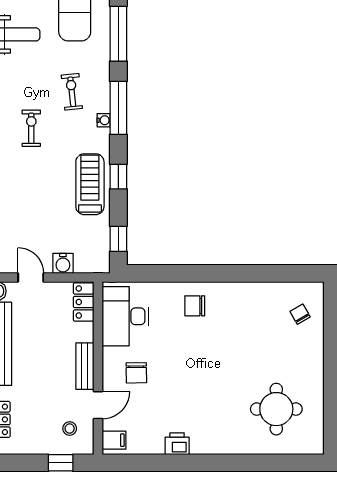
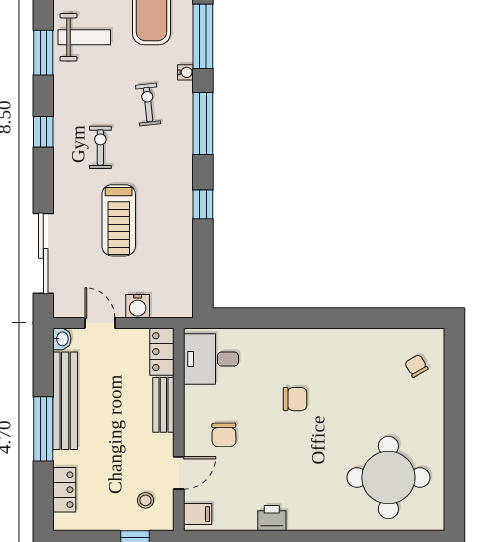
water cooler: (104, 120) -> (185, 72), moved
treadmill: (90, 184) -> (119, 220), moved, turned 180
window: (118, 239) -> (203, 277), removed
chair: (195, 306) -> (295, 399), moved, turned 180
desk: (125, 316) -> (211, 359), width x0.73
bench: (85, 366) -> (163, 405), moved
round table: (276, 409) -> (388, 477), width x1.36, depth x1.36

